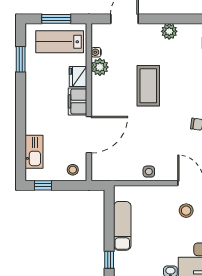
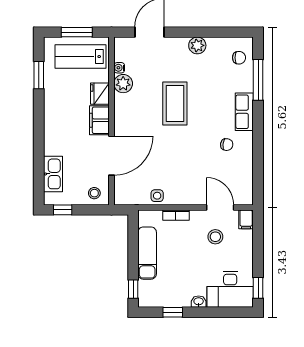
side table: (149, 172) -> (157, 196), moved
bookcase: (149, 190) -> (176, 215), added

